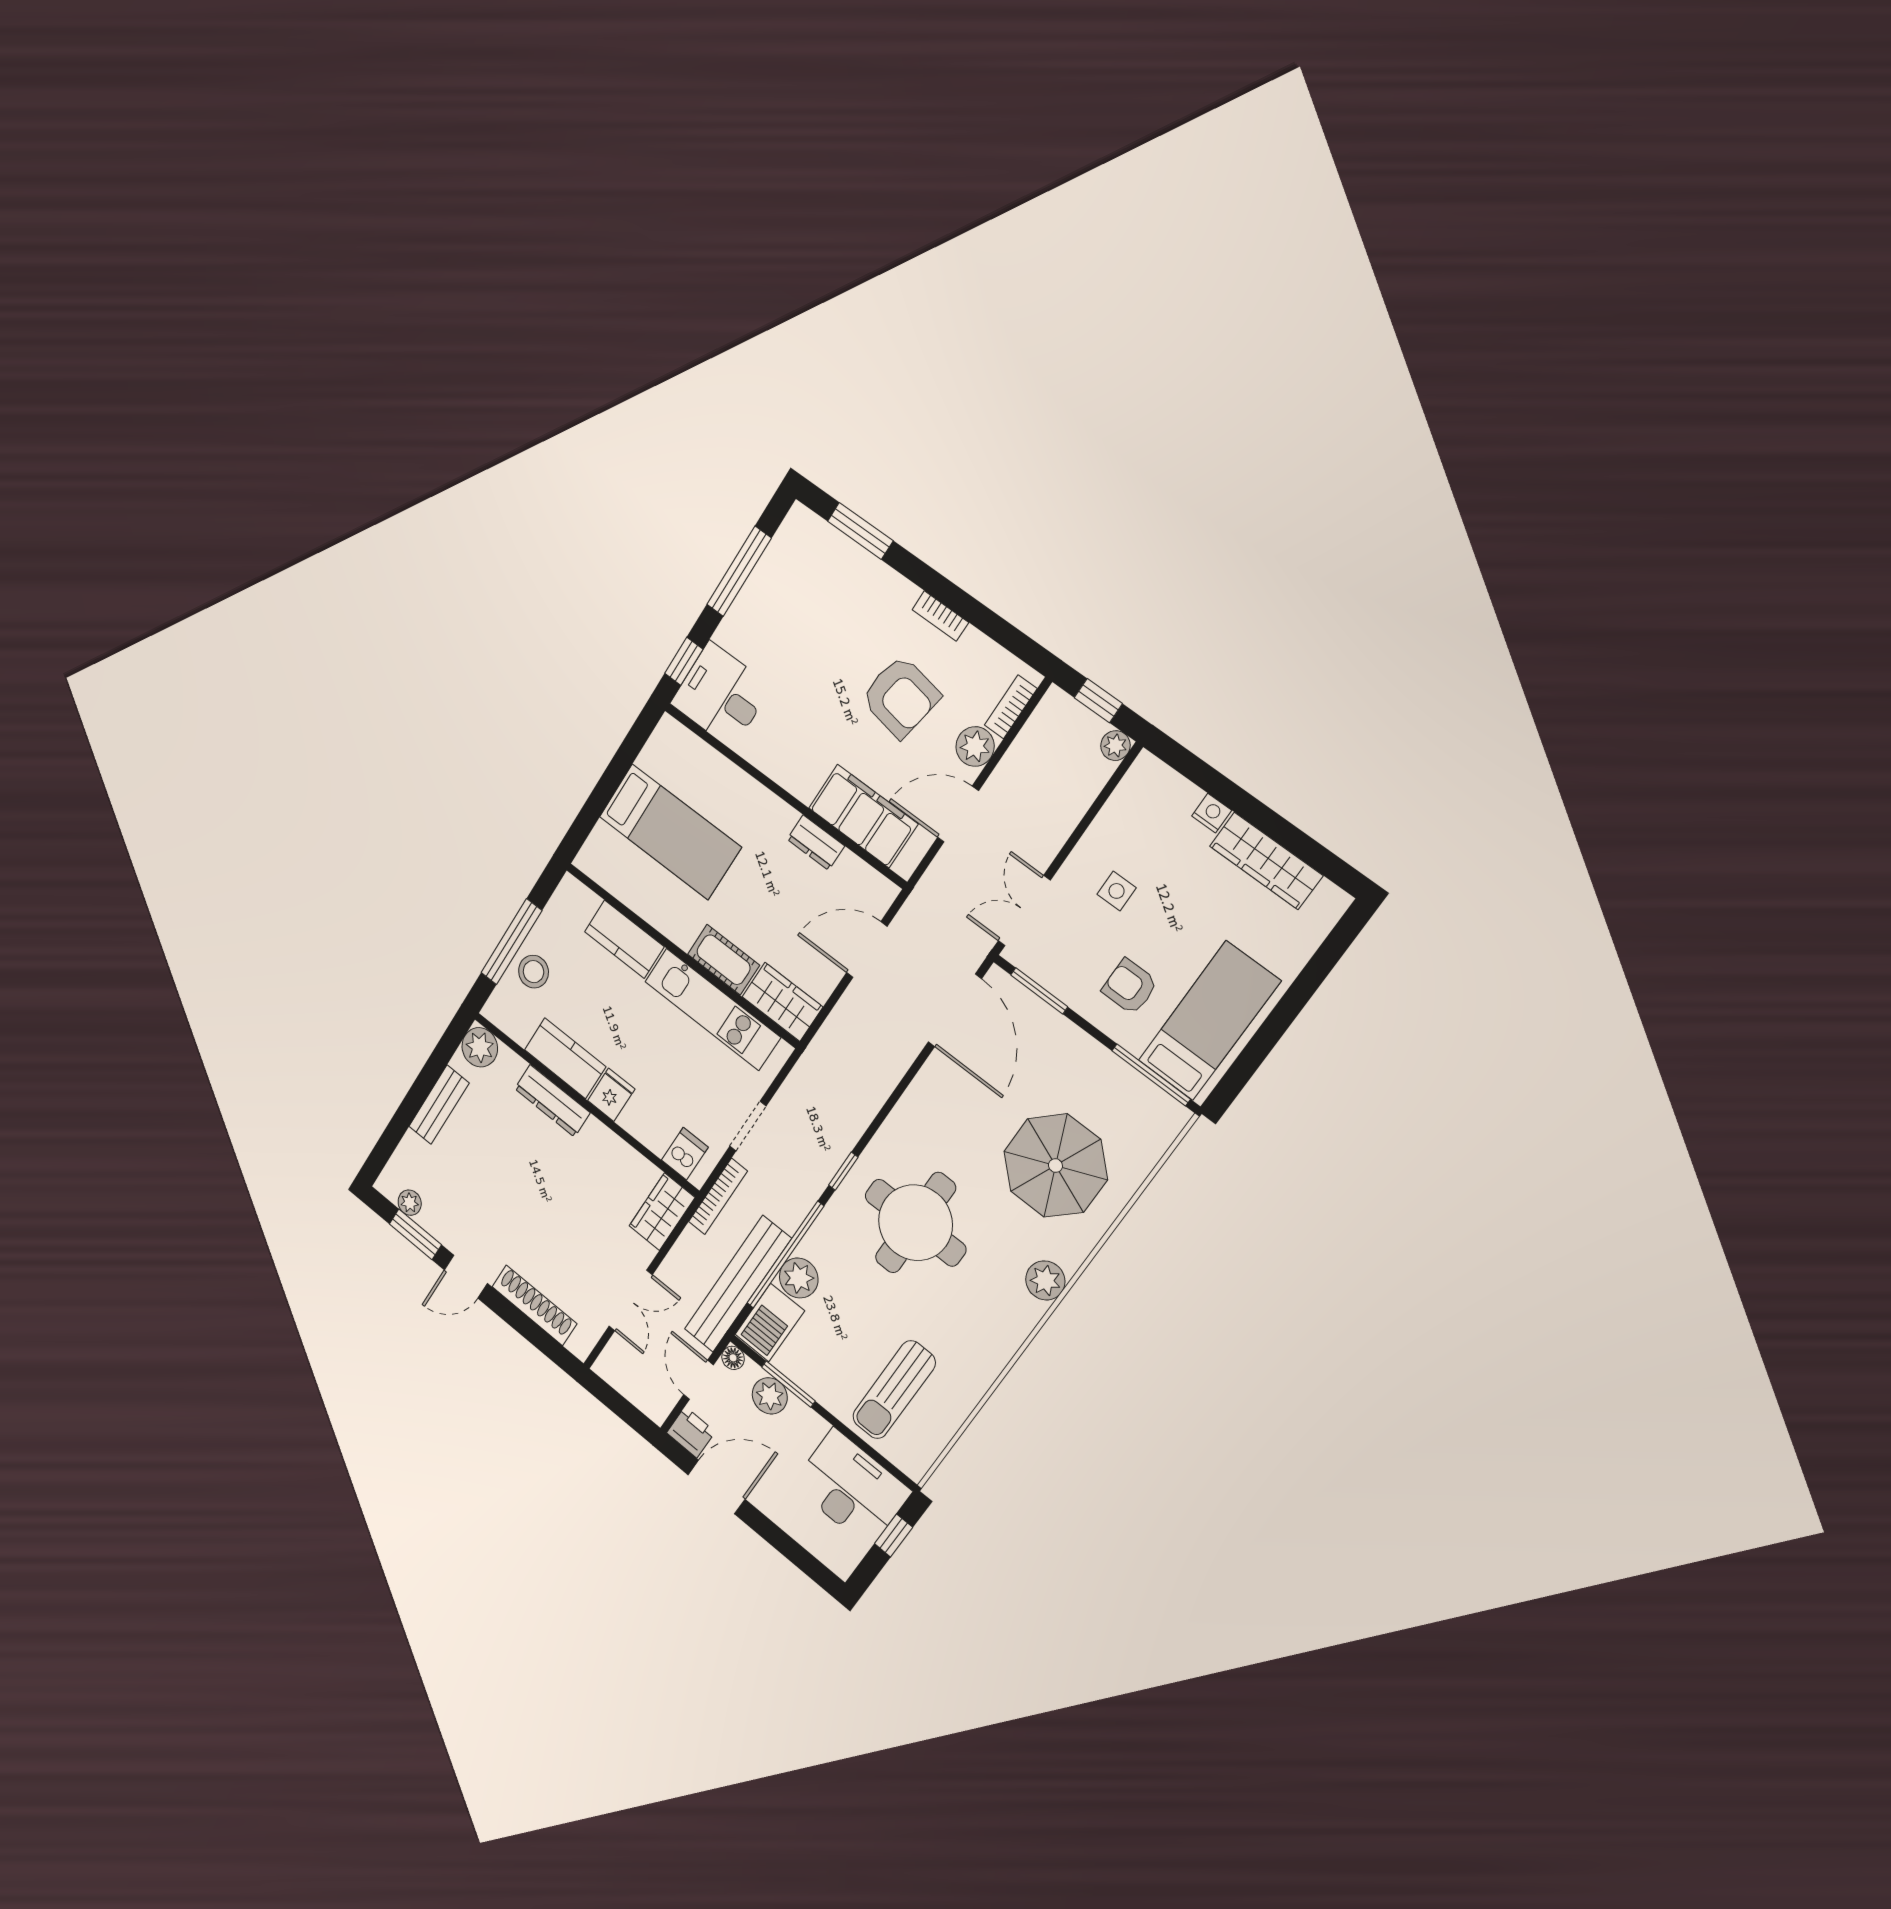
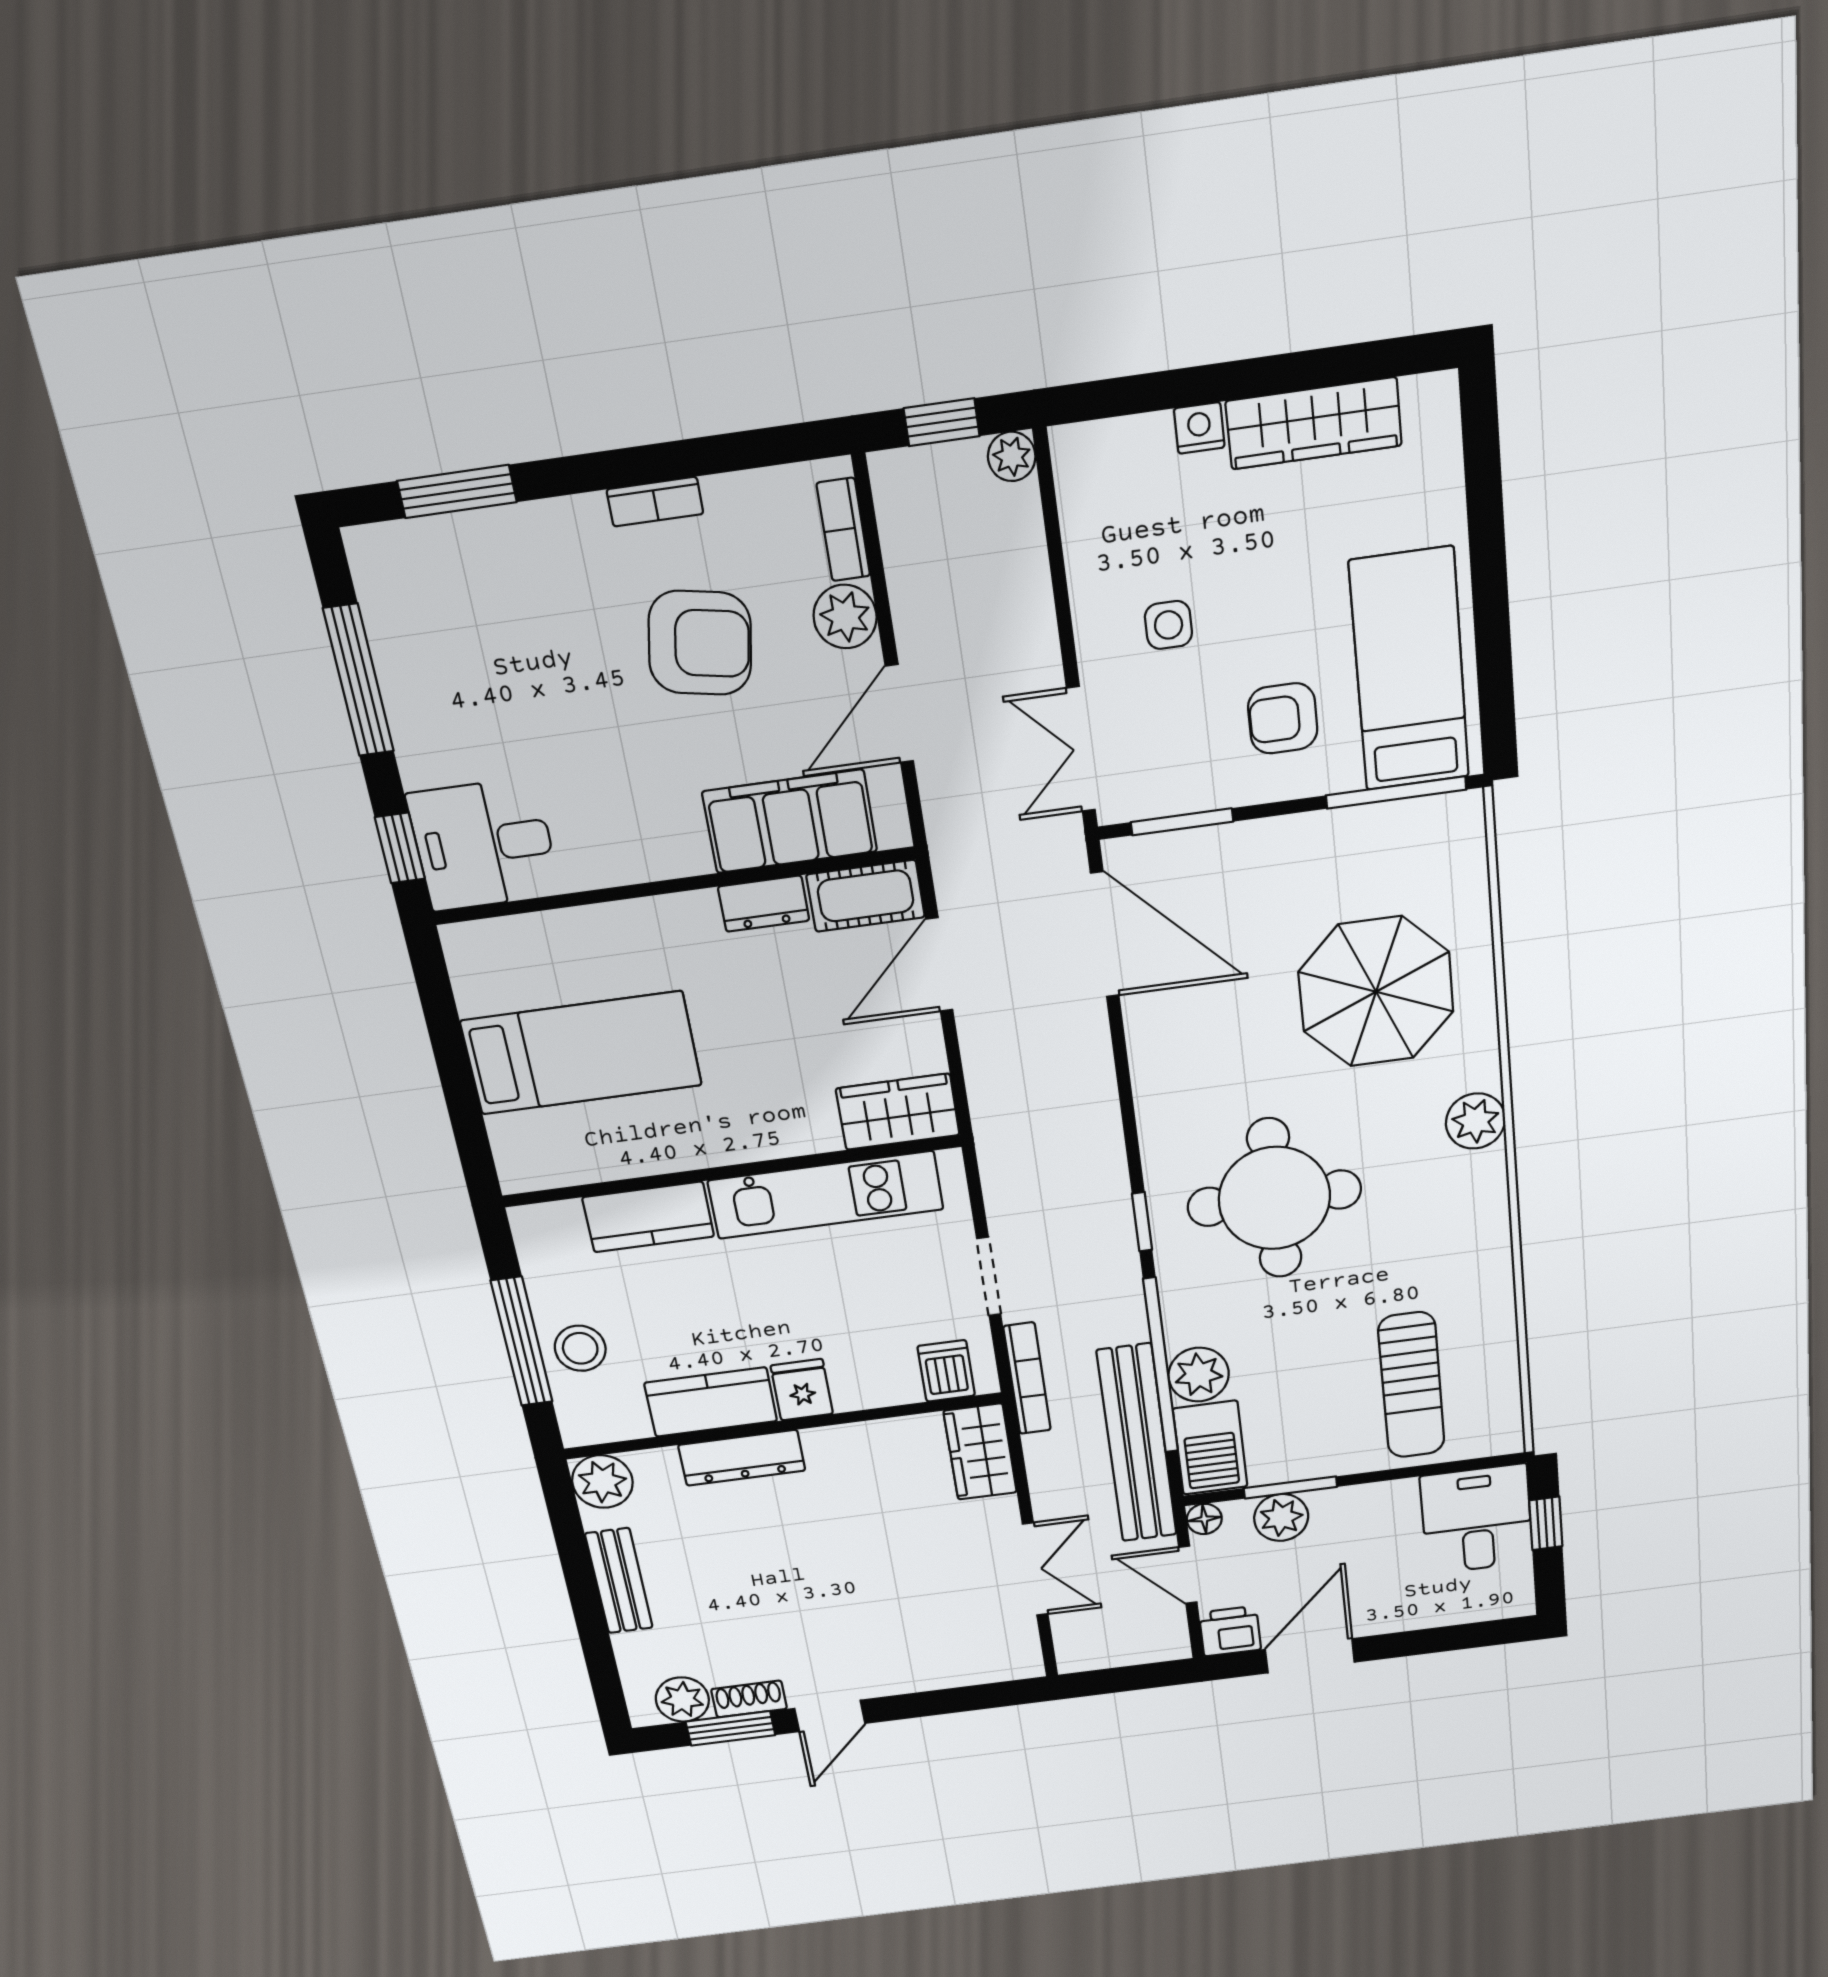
cot: (724, 960) -> (866, 896), moved
plant: (410, 1203) -> (682, 1699), width x1.38, depth x1.38
shoe rack: (534, 1305) -> (749, 1699), moved, width x0.51, depth x0.81
desk: (851, 1488) -> (1477, 1519), width x0.73

